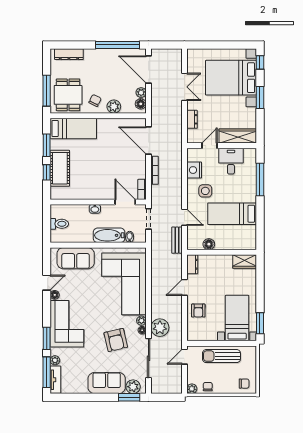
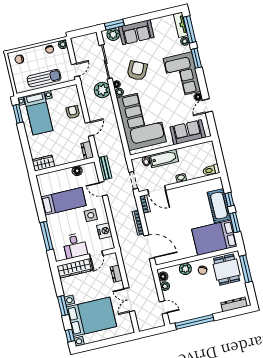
door: (149, 69) -> (163, 307), width x0.53
bed: (73, 128) -> (214, 238), width x1.50
toilet: (59, 224) -> (211, 170), moved
armchair: (116, 340) -> (137, 71), turned 39

